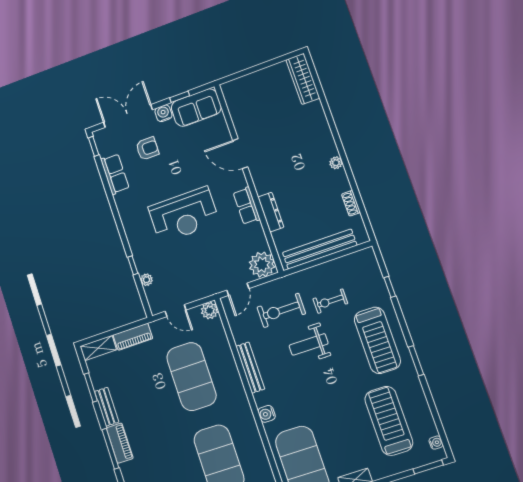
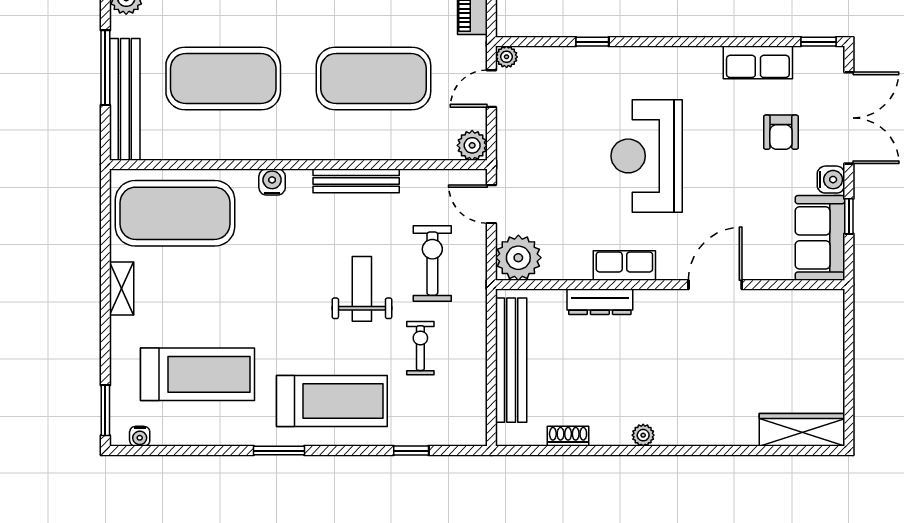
plant: (147, 280) -> (507, 57), moved
treadmill: (377, 340) -> (332, 401), turned 180

